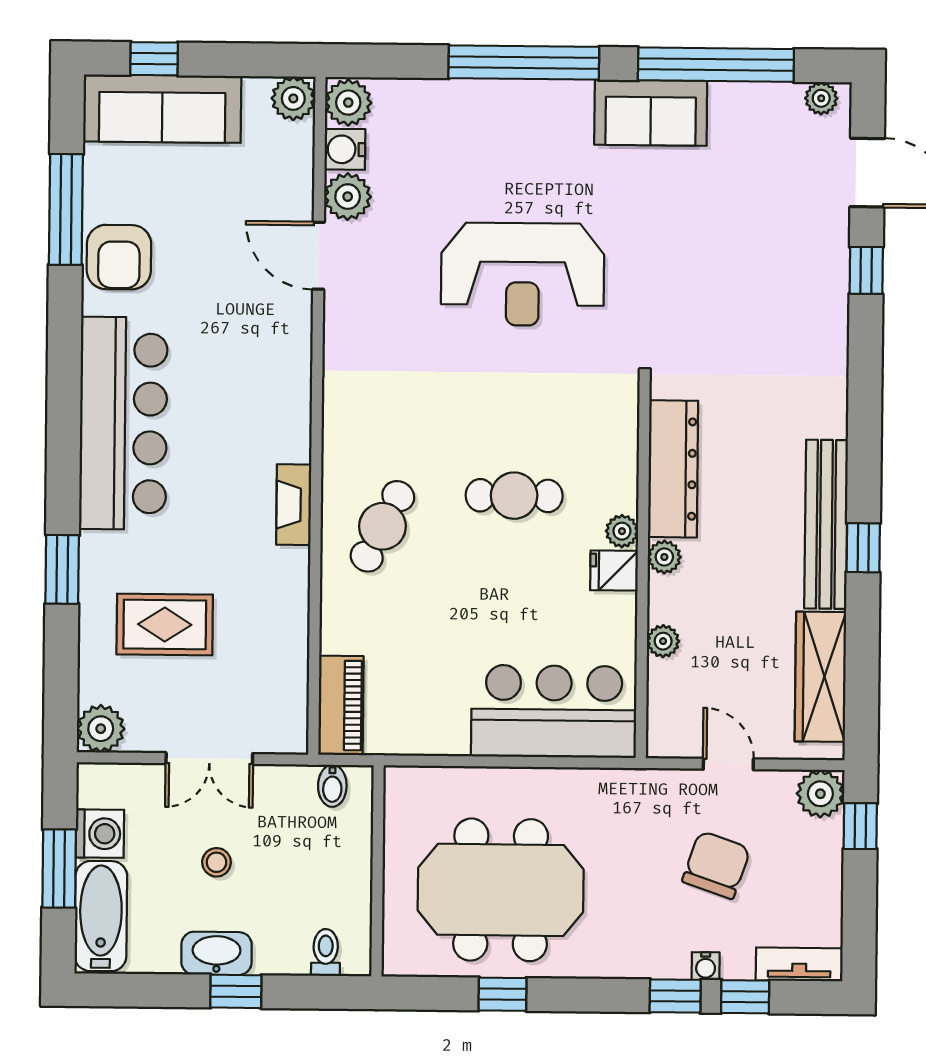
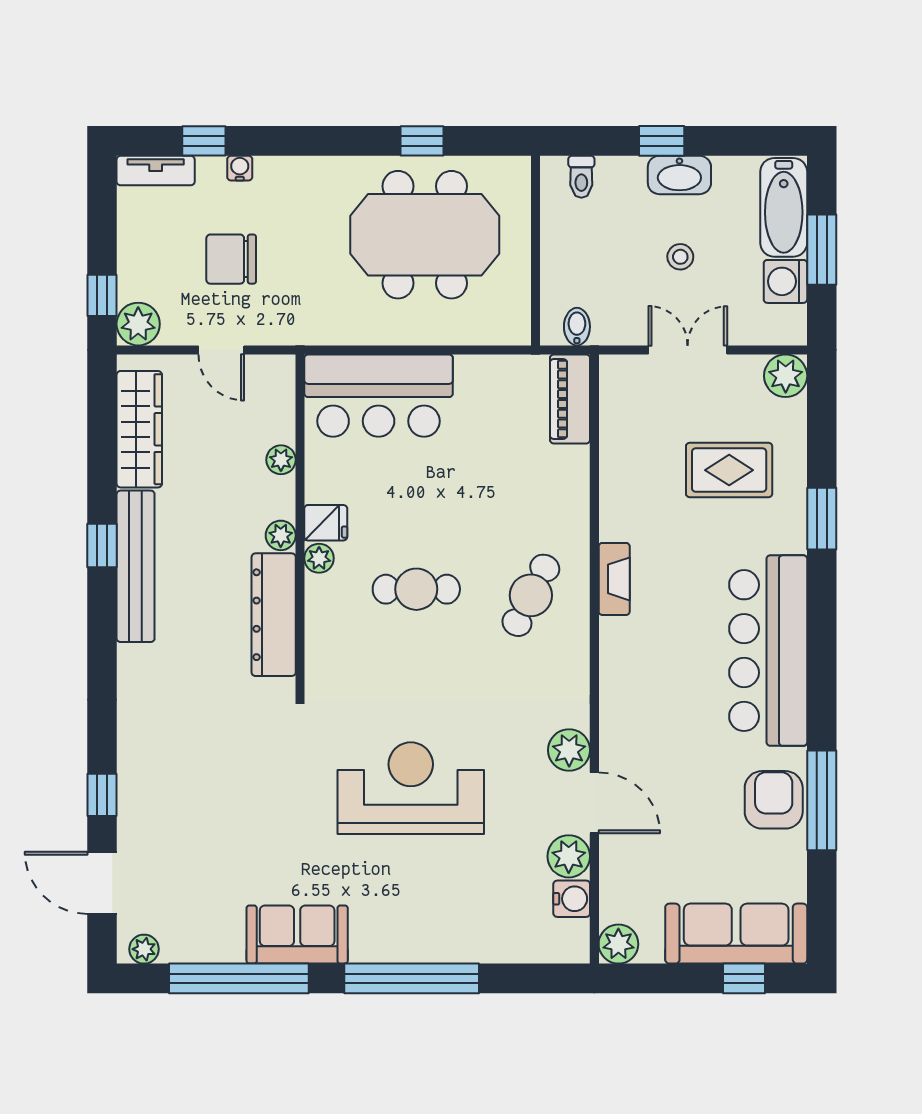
plant: (348, 103) -> (569, 750), moved
window: (66, 209) -> (822, 800), moved
cafe table: (382, 526) -> (531, 595), moved
chair: (716, 865) -> (231, 259), turned 71
window: (675, 996) -> (267, 141), removed

